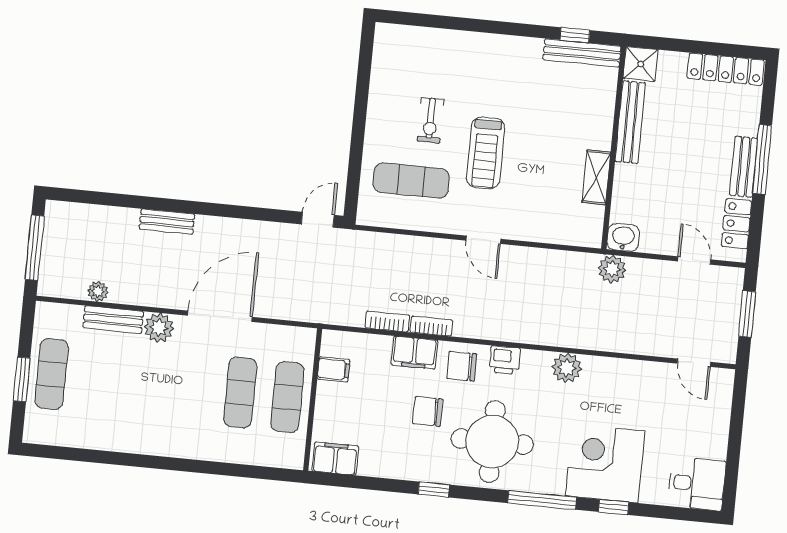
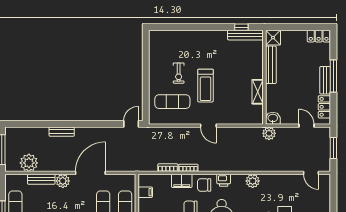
locker: (726, 69) -> (319, 36), width x0.66
plant: (98, 291) -> (29, 163), width x1.87, depth x1.87

